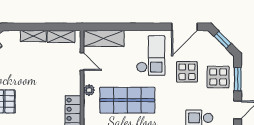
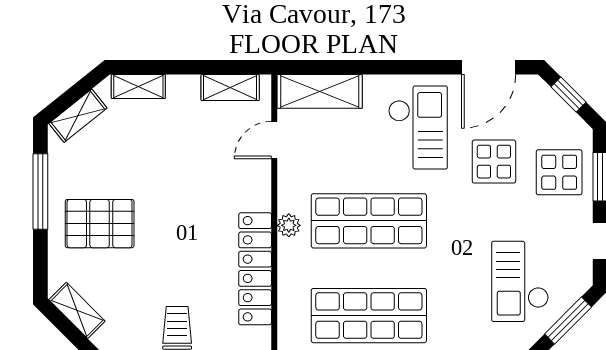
shelving: (33, 36) -> (138, 87), moved
door: (82, 62) -> (274, 140), swing flipped
plant: (89, 90) -> (289, 225), moved

